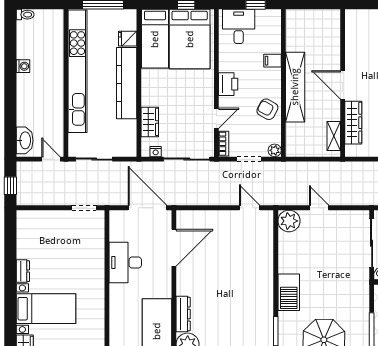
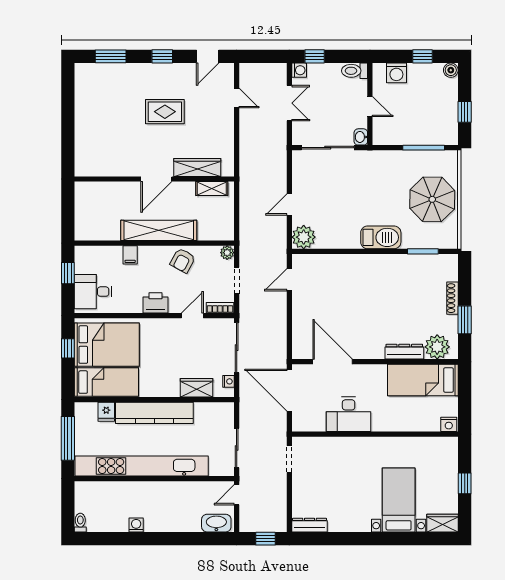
door: (216, 118) -> (192, 316), hinge flipped
door: (147, 208) -> (289, 390), hinge flipped
dresser: (23, 271) -> (309, 525), moved, width x1.44

